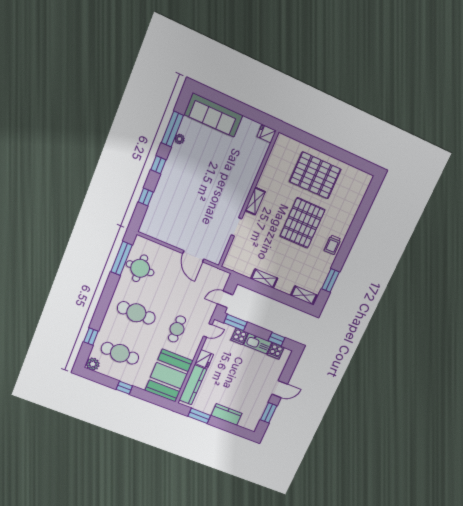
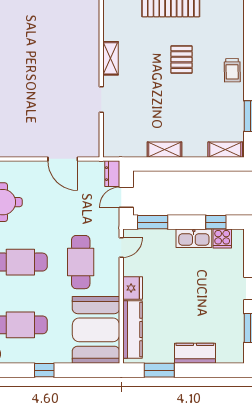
pallet: (302, 223) -> (181, 60), width x0.49, depth x0.50
dresser: (223, 280) -> (112, 174), added
cafe table: (177, 329) -> (81, 262), width x1.37, depth x1.35
cooker: (239, 336) -> (166, 238), removed

